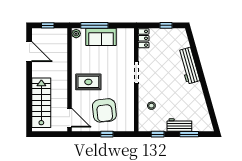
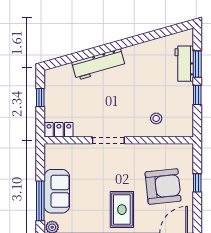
workbench: (179, 125) -> (184, 64), moved
window: (158, 134) -> (197, 95), moved

